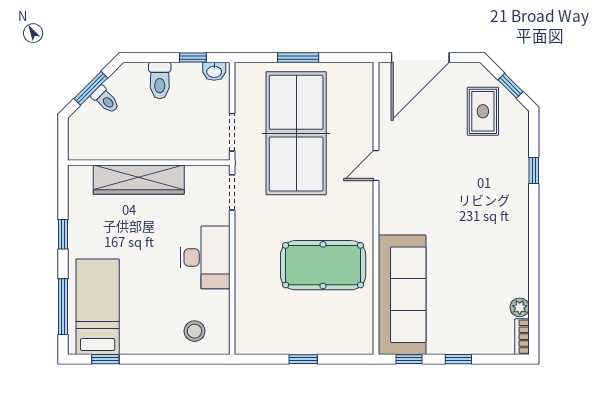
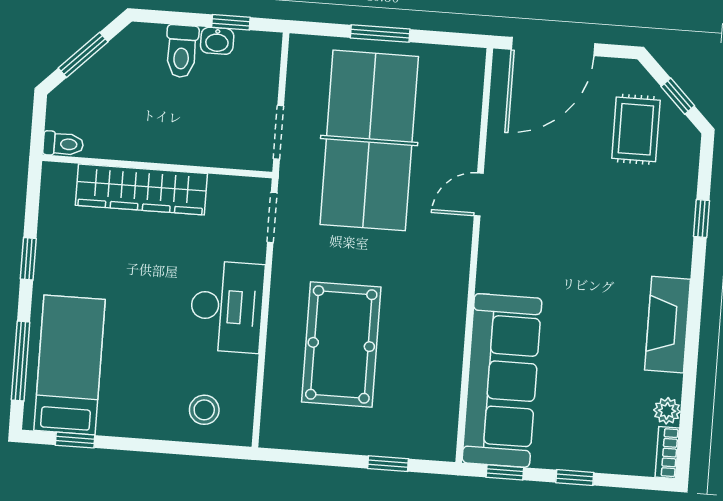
washbasin: (214, 71) -> (217, 41), moved
toilet: (105, 100) -> (63, 144), moved, turned -45
fireplace: (515, 247) -> (668, 325), added
pool table: (323, 265) -> (341, 344), moved, turned 90
window: (303, 359) -> (388, 464), moved

